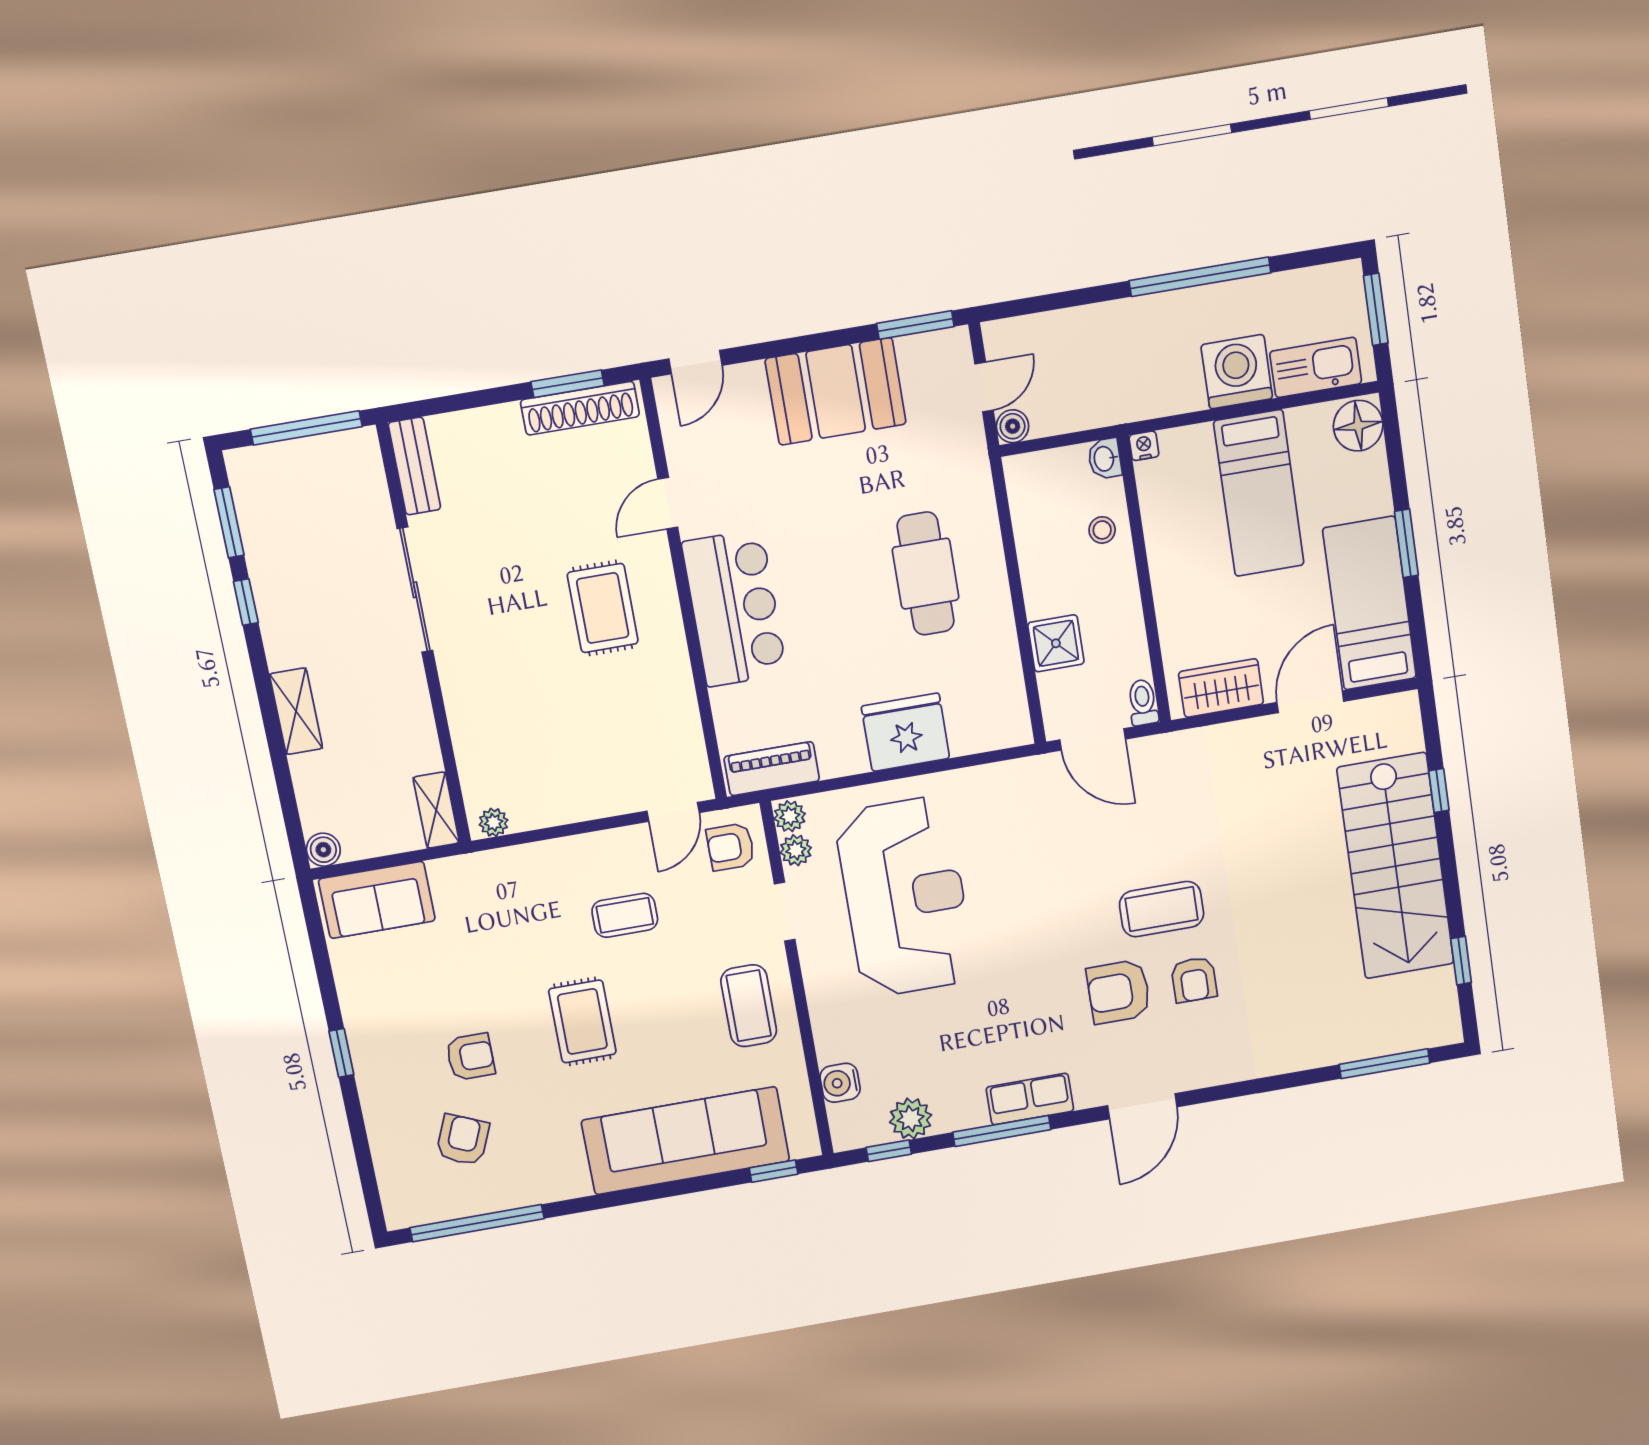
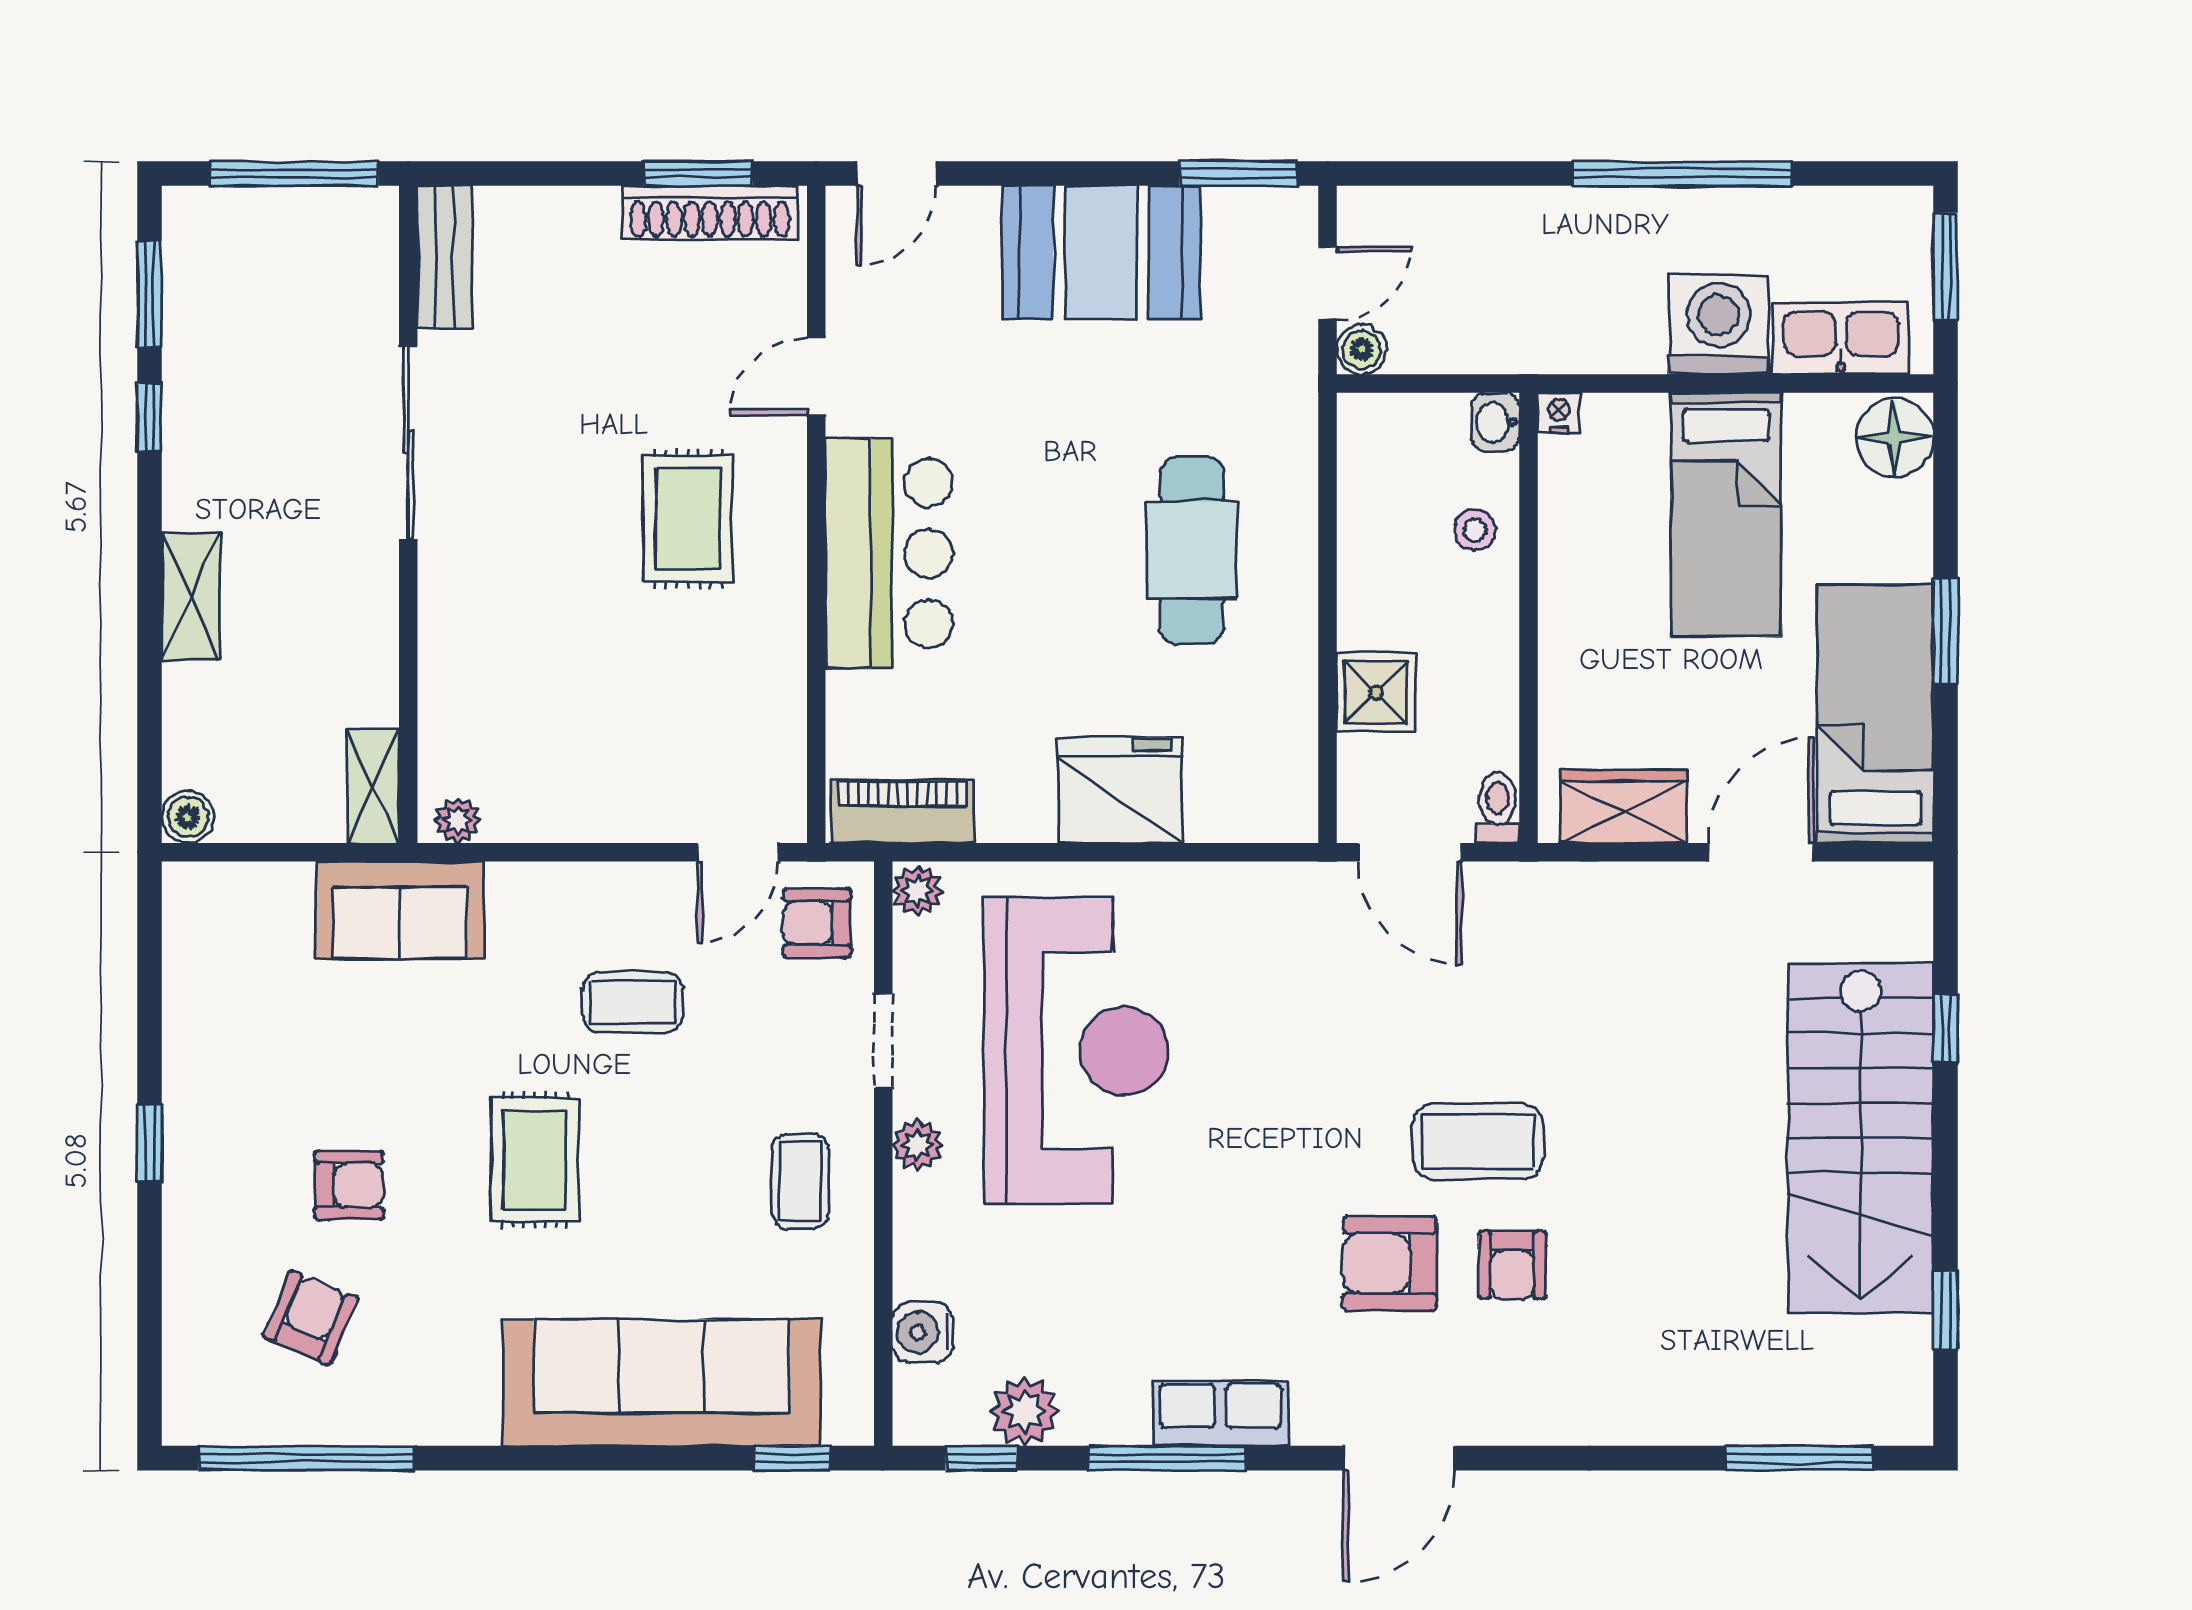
plant: (796, 850) -> (918, 1145), moved
sofa: (377, 900) -> (400, 910), moved
coffee table: (749, 1006) -> (800, 1181), width x0.73, depth x0.77

